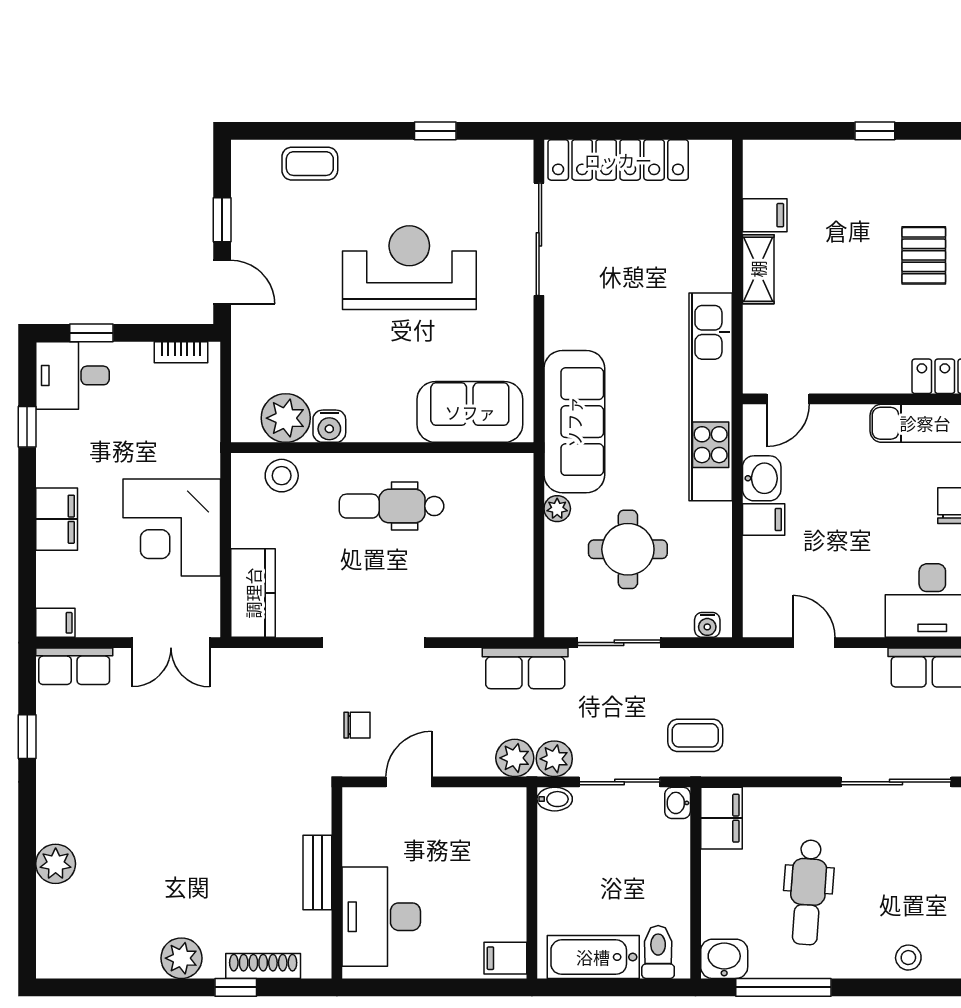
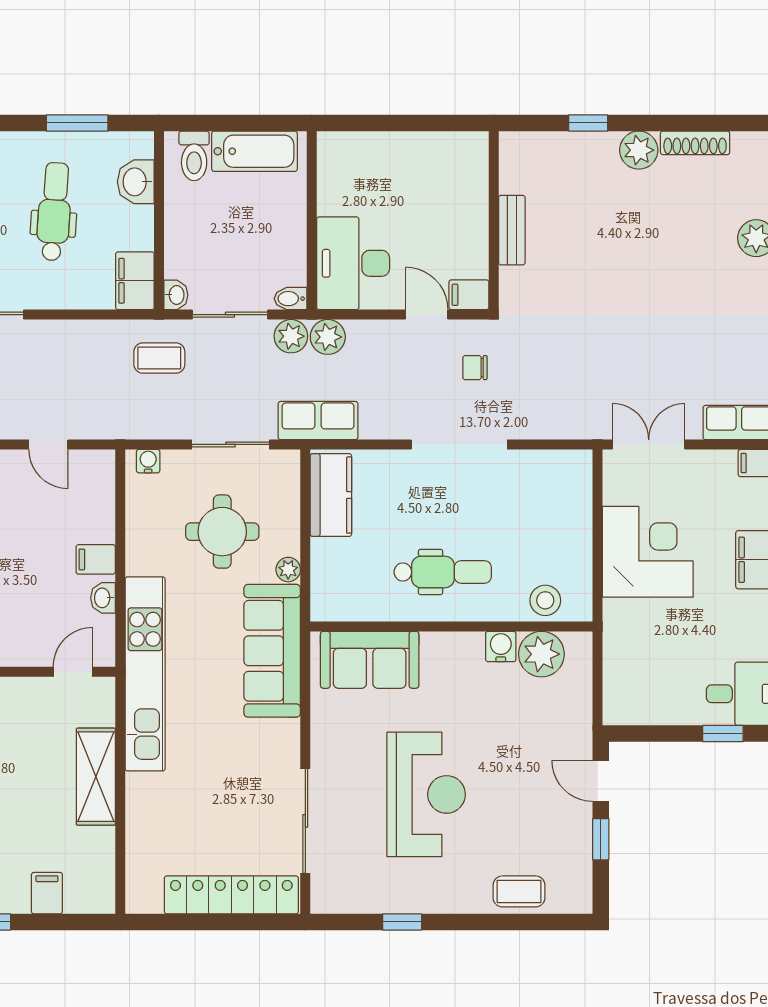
filing cabinet: (765, 215) -> (47, 893), moved, turned 90
reception desk: (409, 268) -> (426, 794), turned -90
shelving: (758, 269) -> (96, 777), width x1.50, depth x1.33
bookcase: (181, 352) -> (639, 716), removed
washbasin: (762, 478) -> (103, 598), width x0.72, depth x0.69
kitchen counter: (253, 593) -> (331, 495), moved, turned 180
door: (409, 782) -> (427, 315), swing flipped
desk: (381, 917) -> (353, 263), moved, turned 180
filing cabinet: (505, 958) -> (469, 295), moved, turned 180
washbasin: (724, 959) -> (136, 182), moved, turned 90
shoe rack: (263, 966) -> (695, 143), moved
window: (783, 987) -> (77, 123), width x0.69

